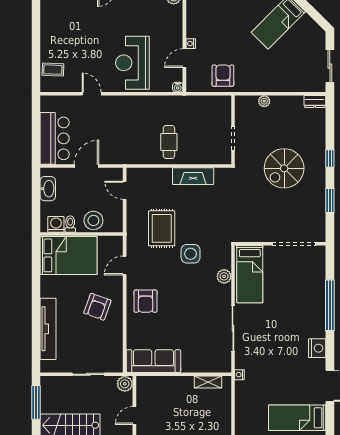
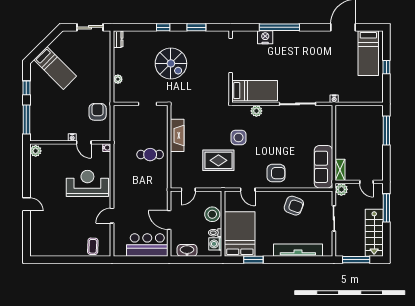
reception desk: (132, 63) -> (87, 183), turned 180
armchair: (223, 76) -> (98, 112), turned 90
window: (36, 273) -> (253, 260), added
armchair: (97, 307) -> (294, 206), moved
nightstand: (317, 348) -> (265, 37), moved
shelving: (208, 382) -> (340, 170), moved

